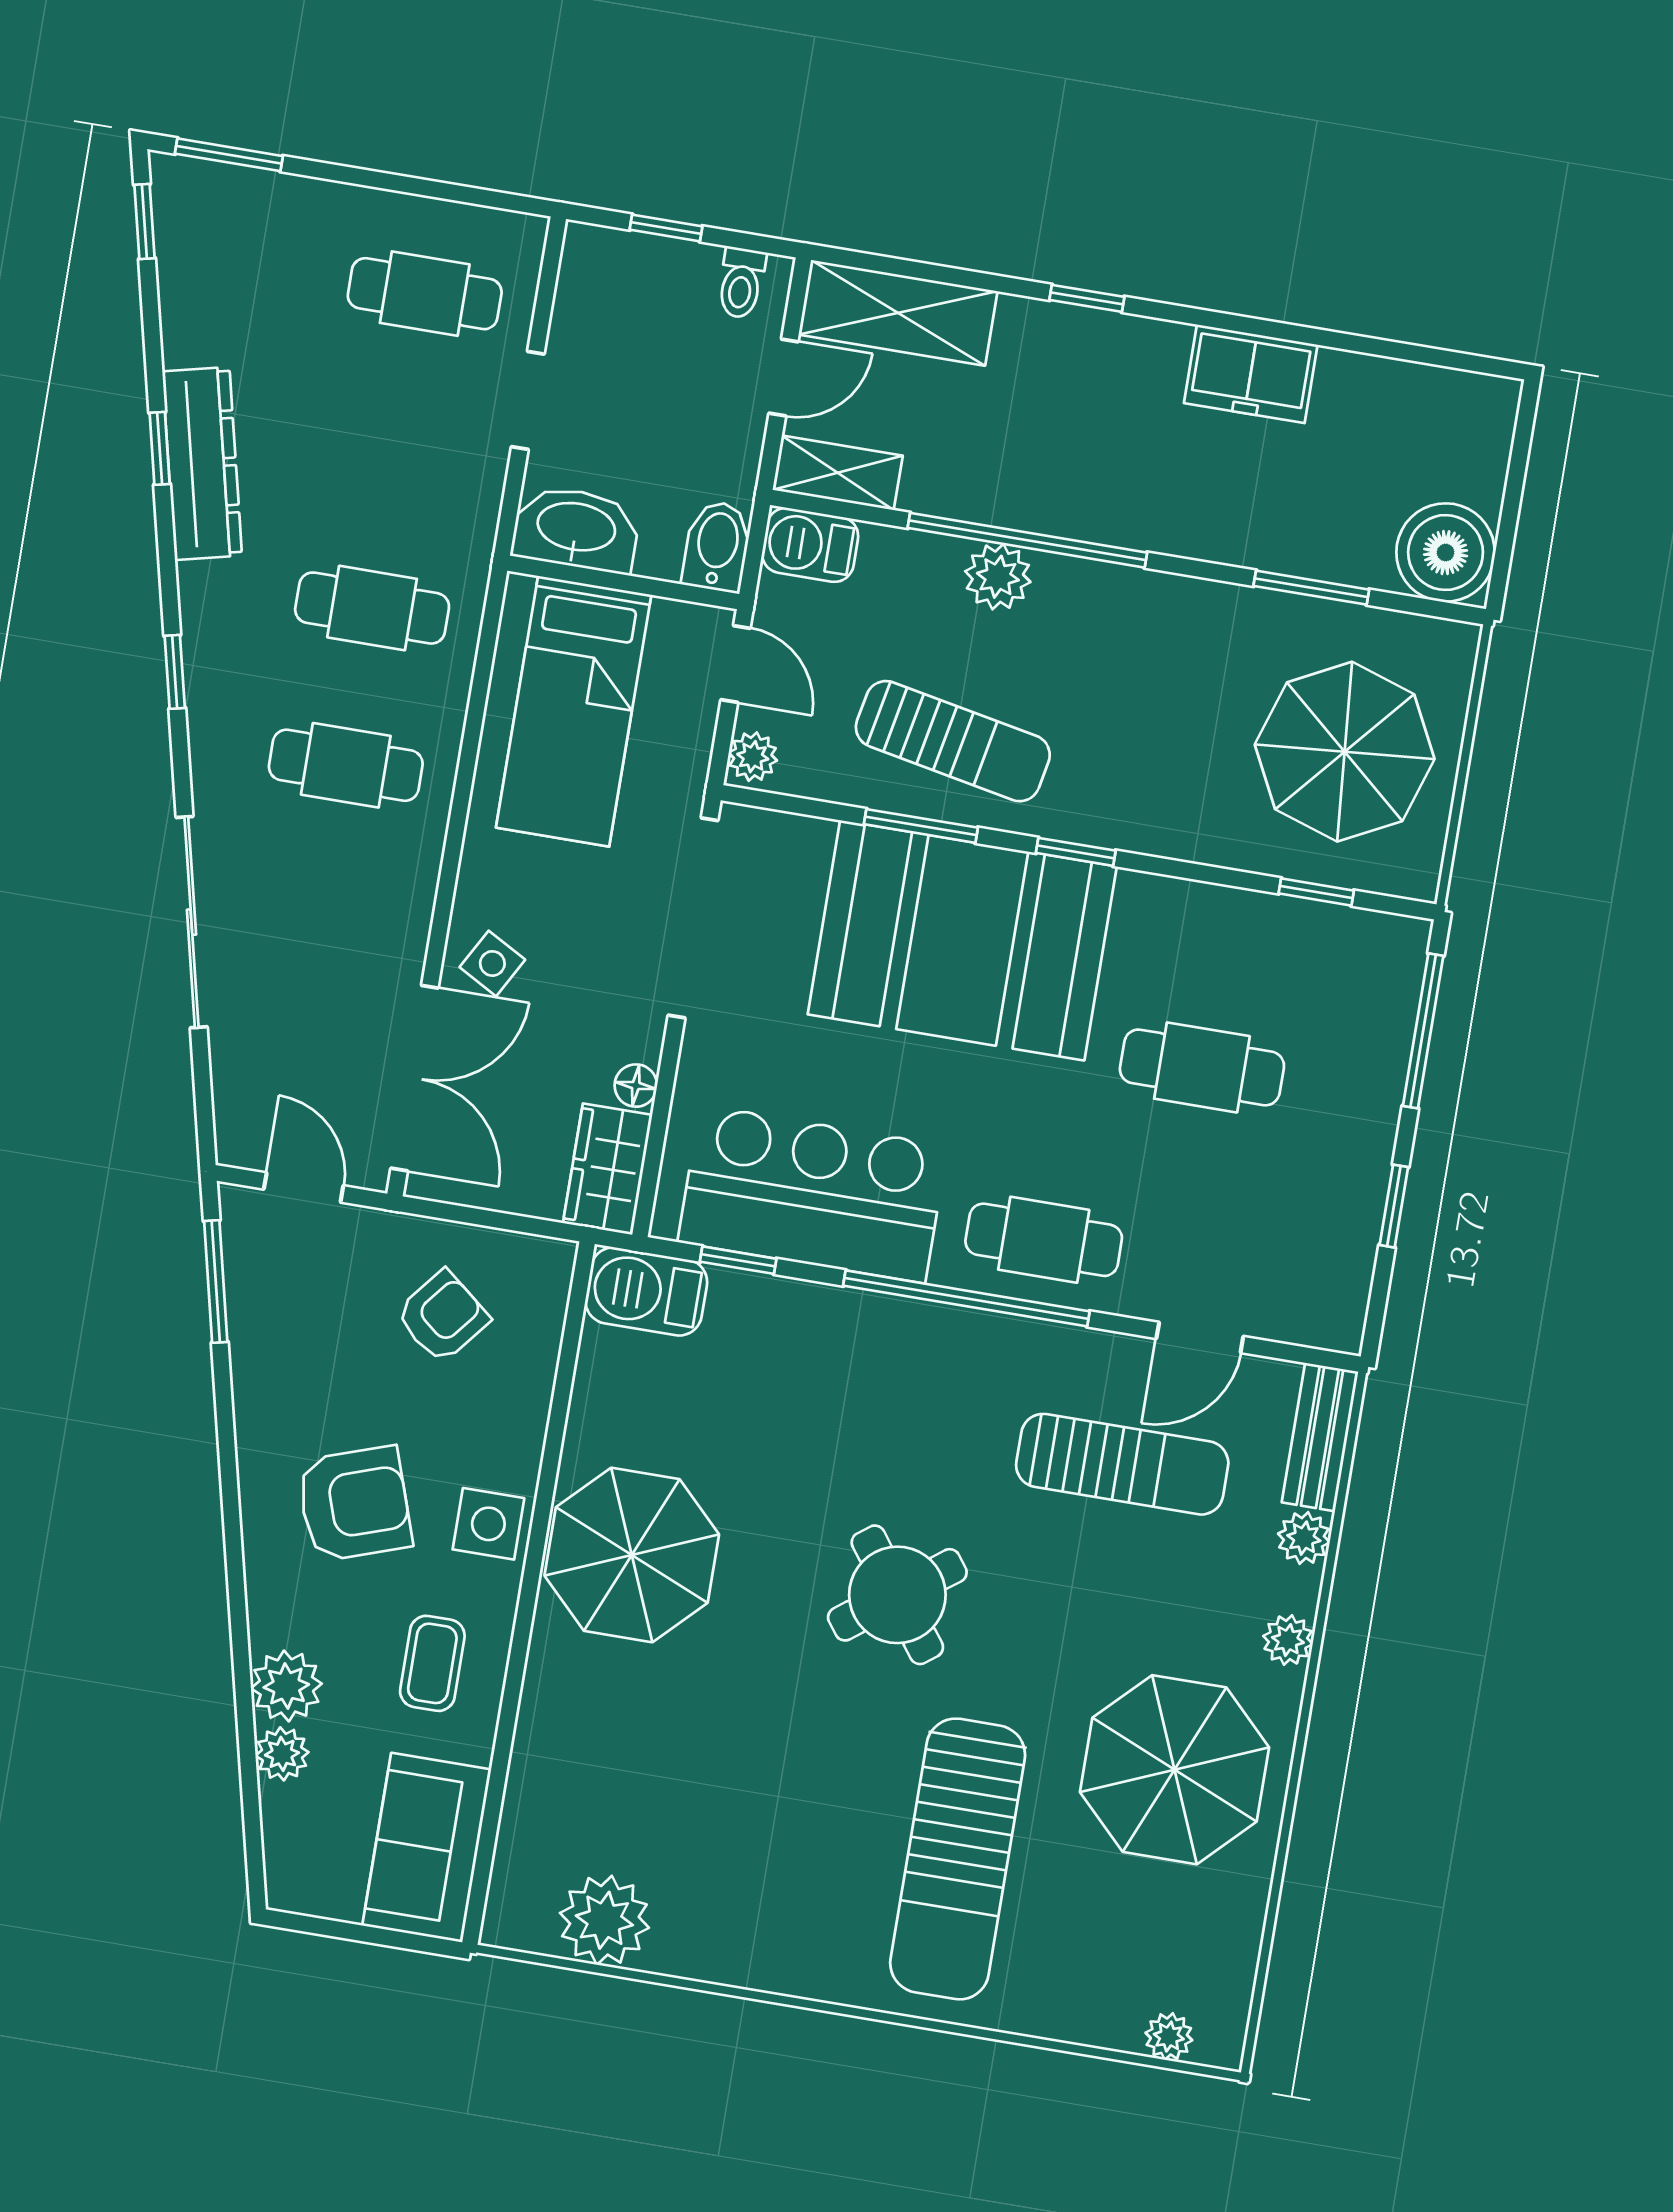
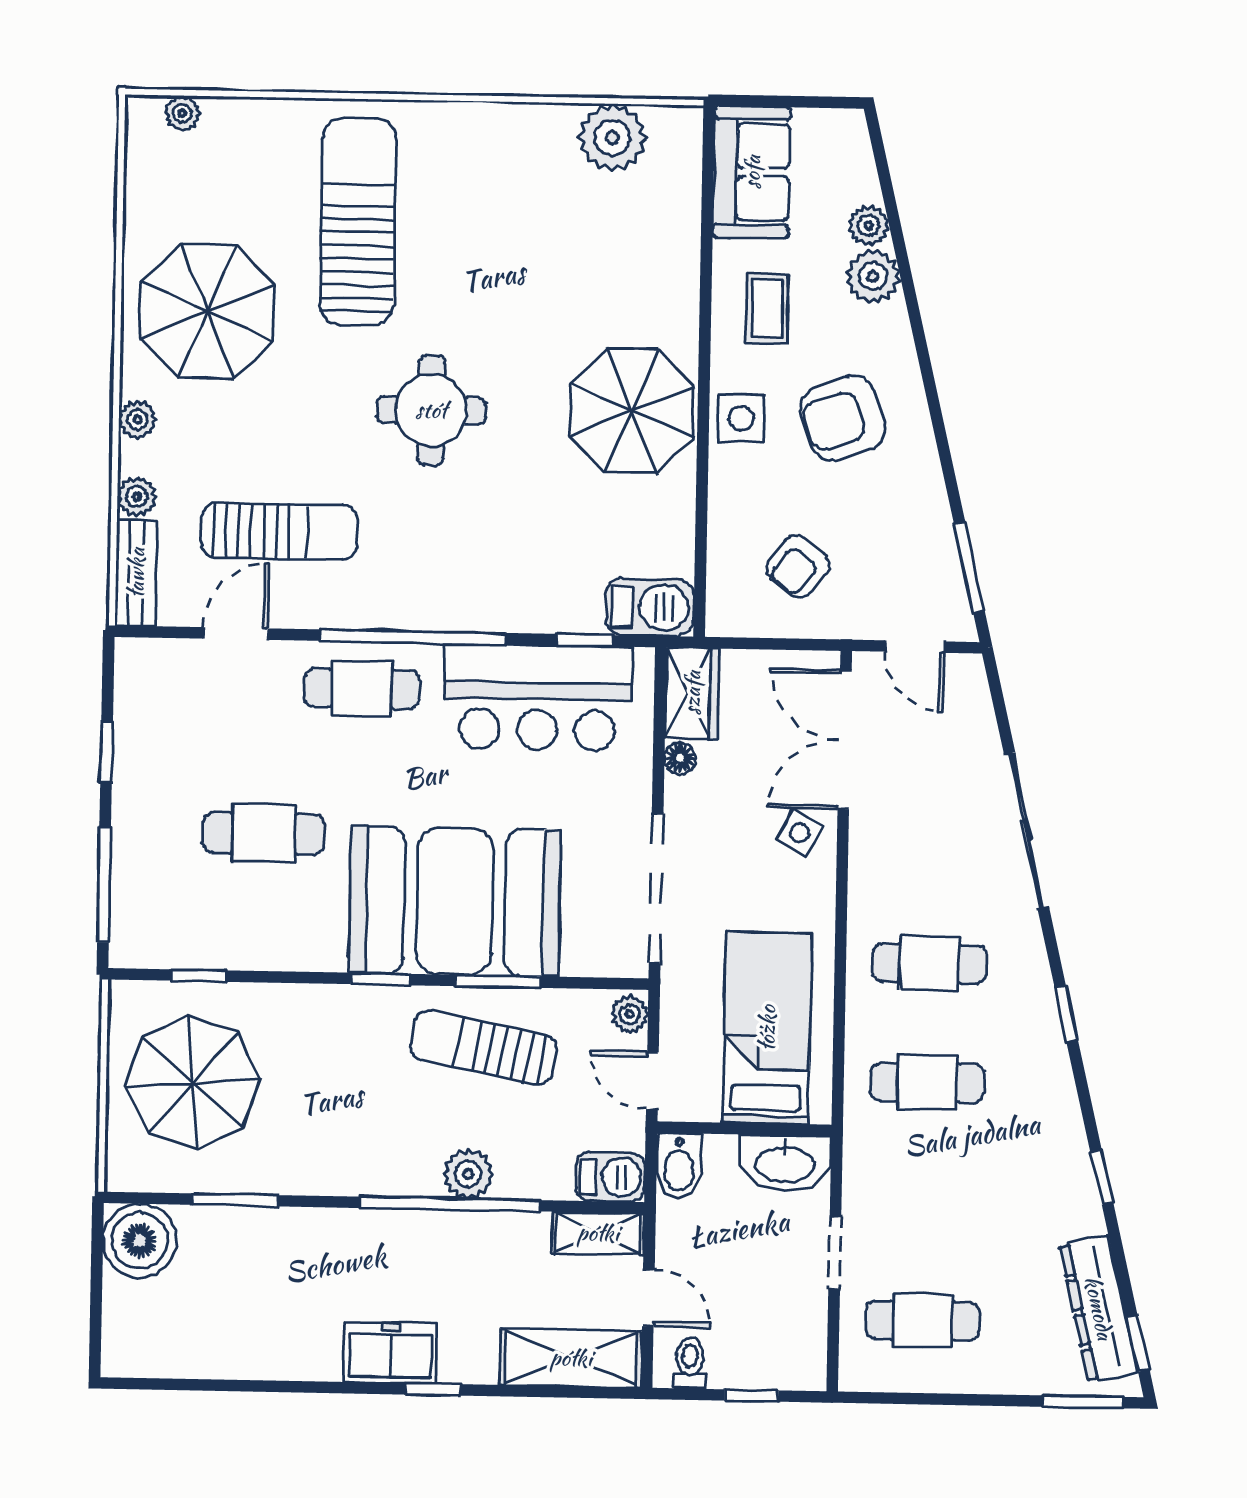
freezer: (1251, 374) -> (390, 1353), moved
door: (784, 377) -> (648, 1298), swing flipped
dresser: (202, 463) -> (1099, 1308), moved
sun lounger: (1122, 1464) -> (279, 531), turned 180
round table: (897, 1595) -> (431, 410), turned 37

